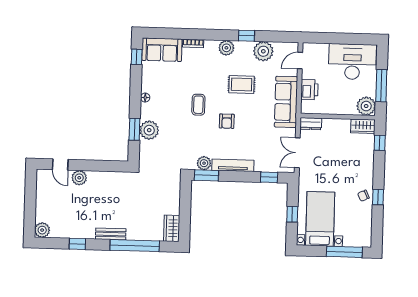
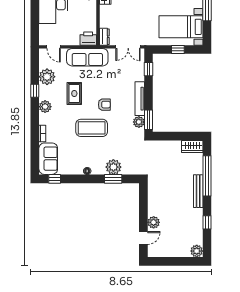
printer: (309, 90) -> (88, 39), moved
coffee table: (198, 105) -> (92, 128), width x1.86, depth x1.72
bench: (111, 234) -> (198, 191), width x1.36

